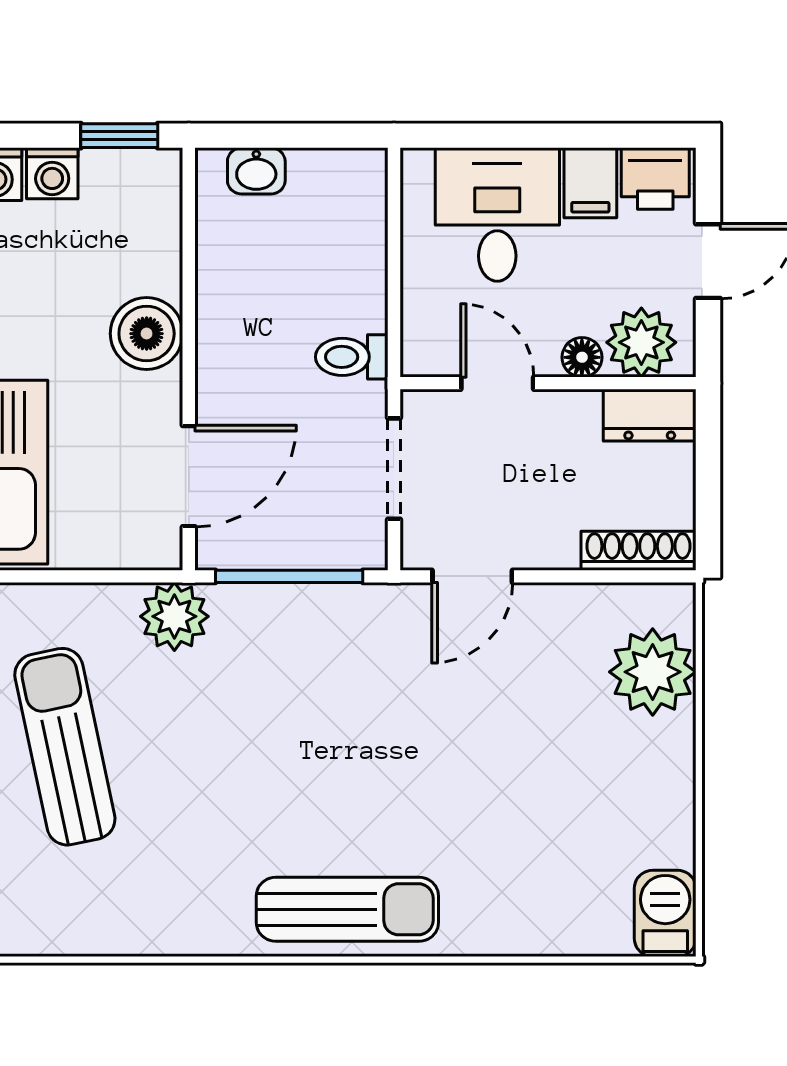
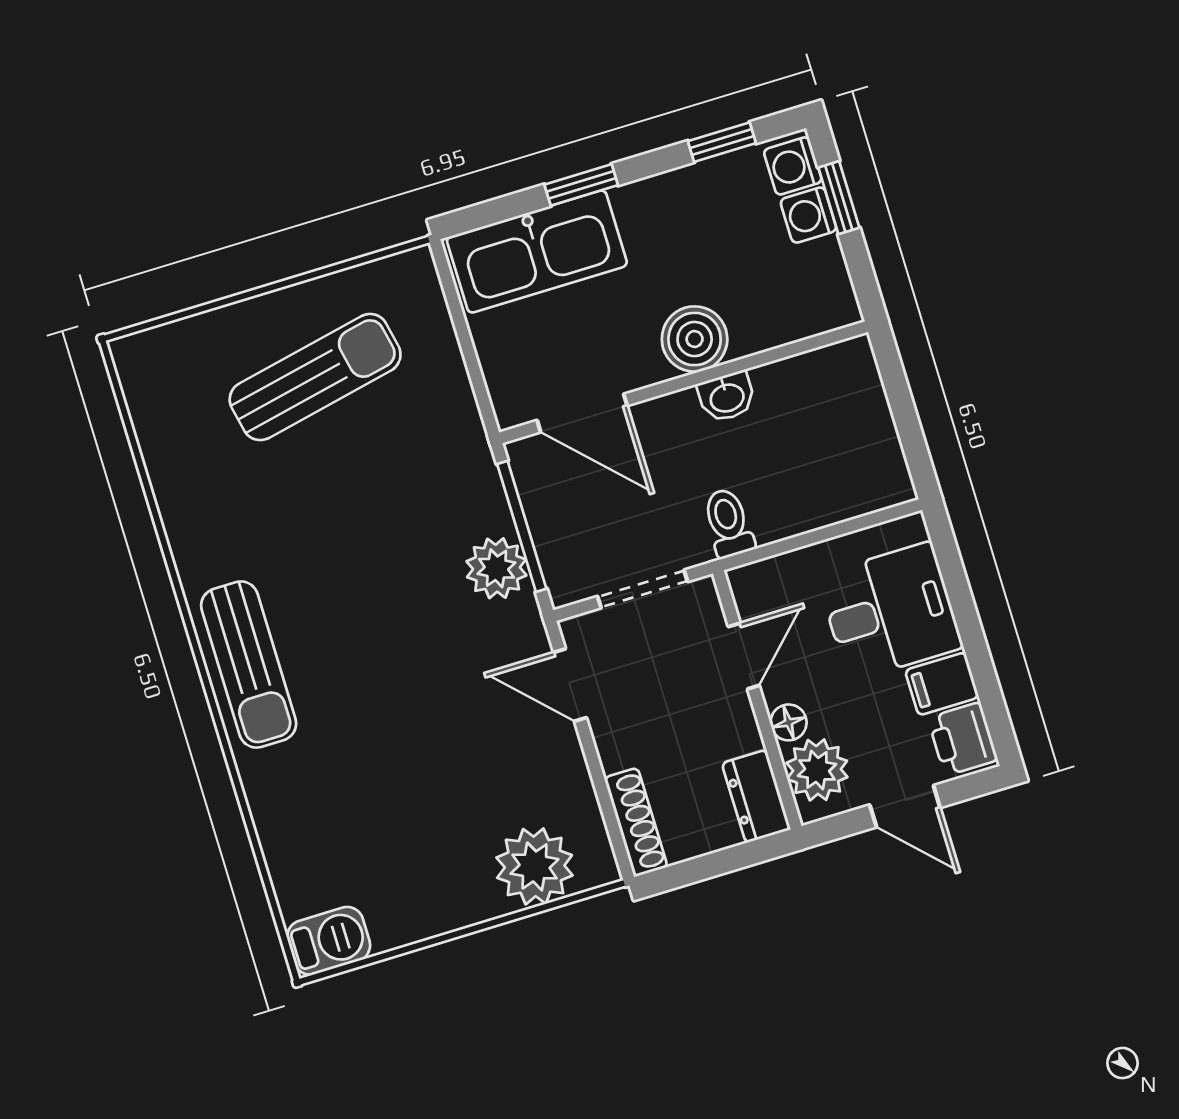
window: (119, 136) -> (839, 198), moved
washbasin: (256, 171) -> (727, 397), moved, turned -90
plant: (174, 616) -> (496, 568), moved

